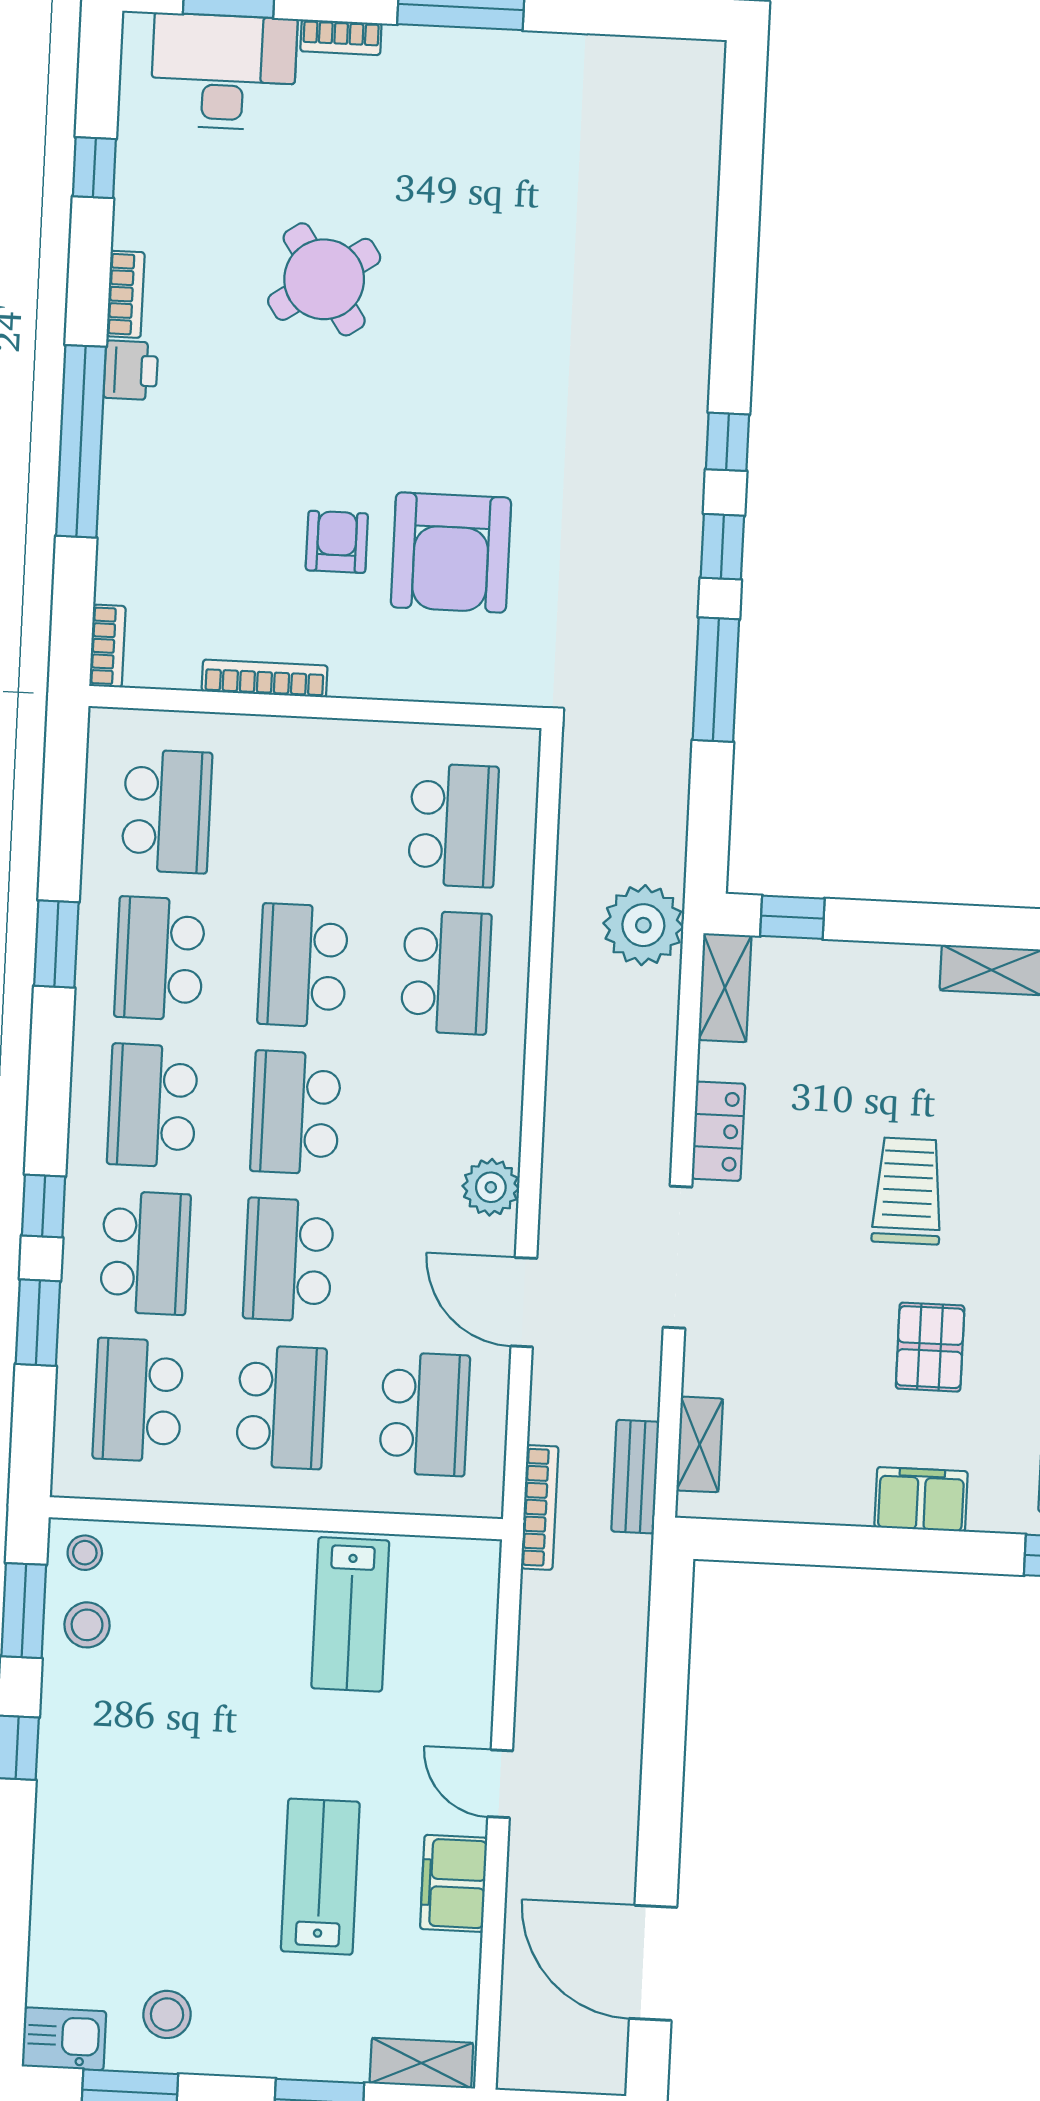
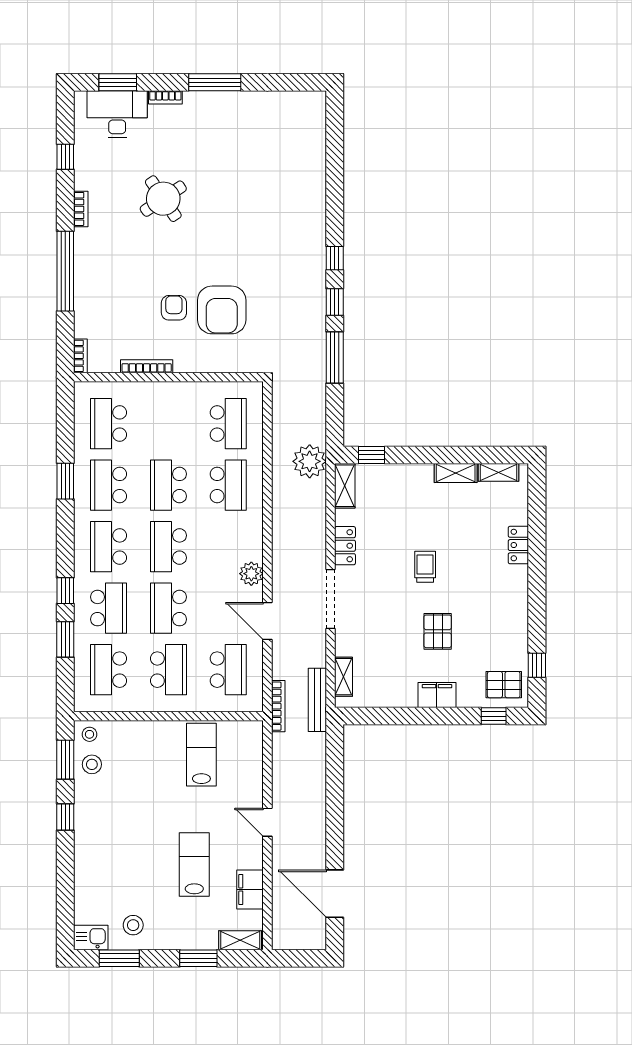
printer: (131, 370) -> (85, 241), removed
school desk: (167, 811) -> (109, 424), turned 180
trolley: (908, 1191) -> (425, 567), width x0.73, depth x0.72
bench: (635, 1477) -> (317, 700), width x1.36
lab bench: (350, 1614) -> (201, 755), turned 180
filing cabinet: (454, 1883) -> (250, 889), moved

